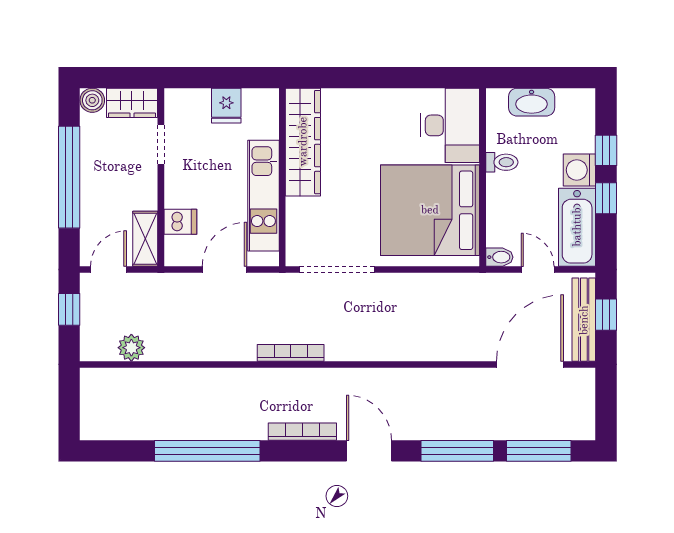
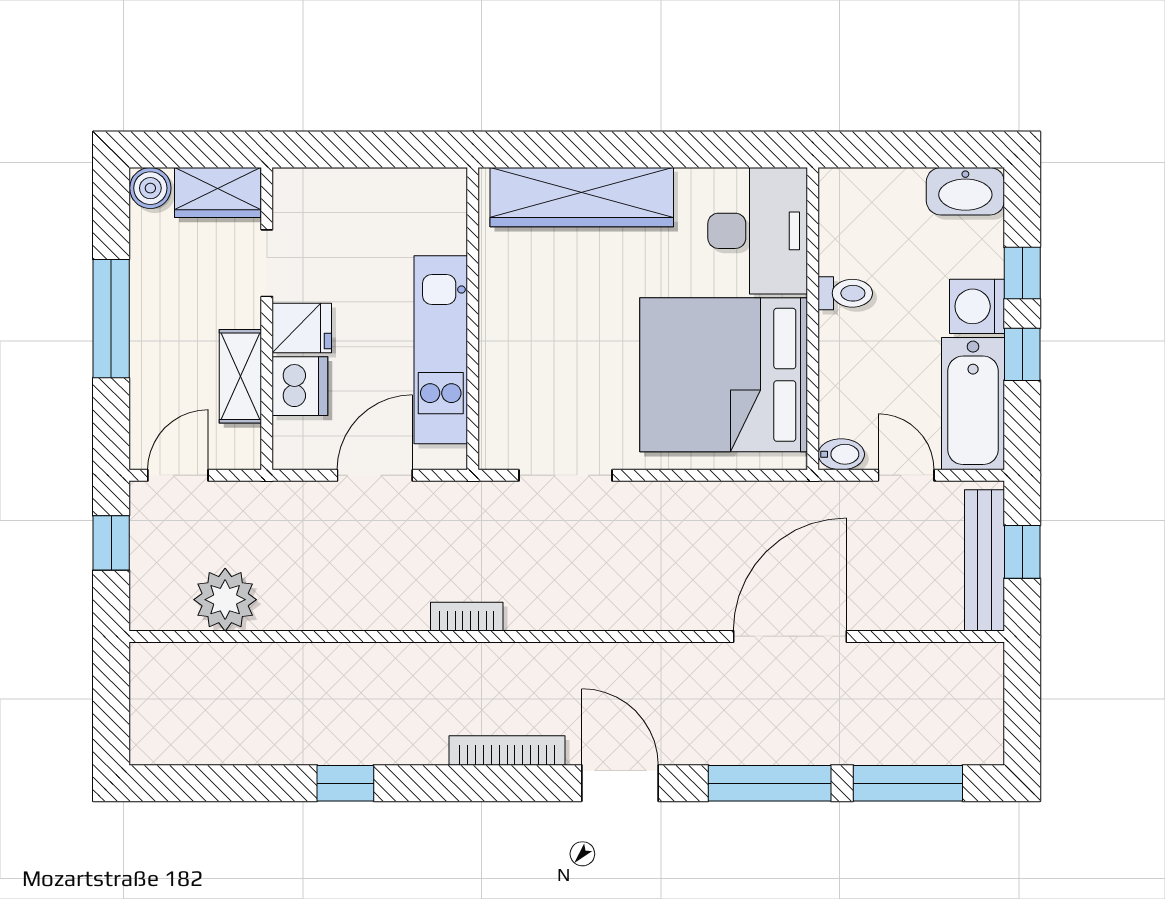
washbasin: (532, 102) -> (965, 191), moved
fridge: (226, 106) -> (302, 328), moved, turned -90
wardrobe: (303, 142) -> (582, 197), moved, turned 90
window: (69, 177) -> (111, 319), width x0.68
dishwasher: (180, 222) -> (300, 386), width x1.38
shelving: (145, 239) -> (240, 376), moved
doorway: (337, 270) -> (566, 475), width x0.73
plant: (131, 348) -> (225, 600), width x1.36, depth x1.36
bookcase: (291, 353) -> (467, 617), width x0.64
door: (530, 364) -> (790, 636), moved
window: (207, 451) -> (345, 783), width x0.32

